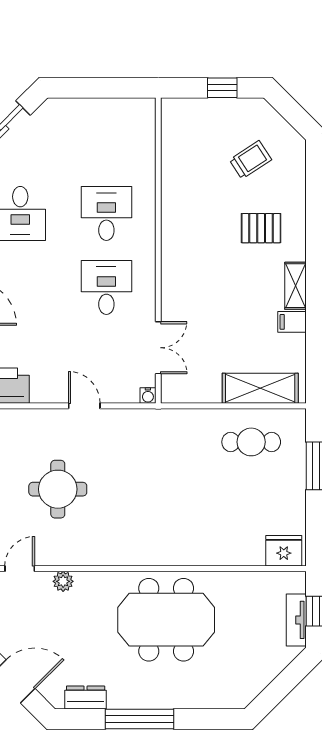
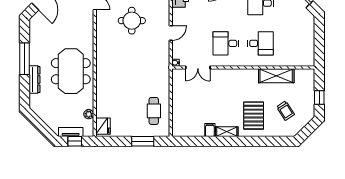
pallet: (261, 228) -> (254, 116), width x1.50, depth x1.42
desk: (106, 287) -> (226, 43), turned 180
shelving: (260, 388) -> (276, 76), moved, turned 90
plant: (63, 581) -> (89, 114), moved
dresser: (86, 698) -> (35, 80), moved, width x1.44

